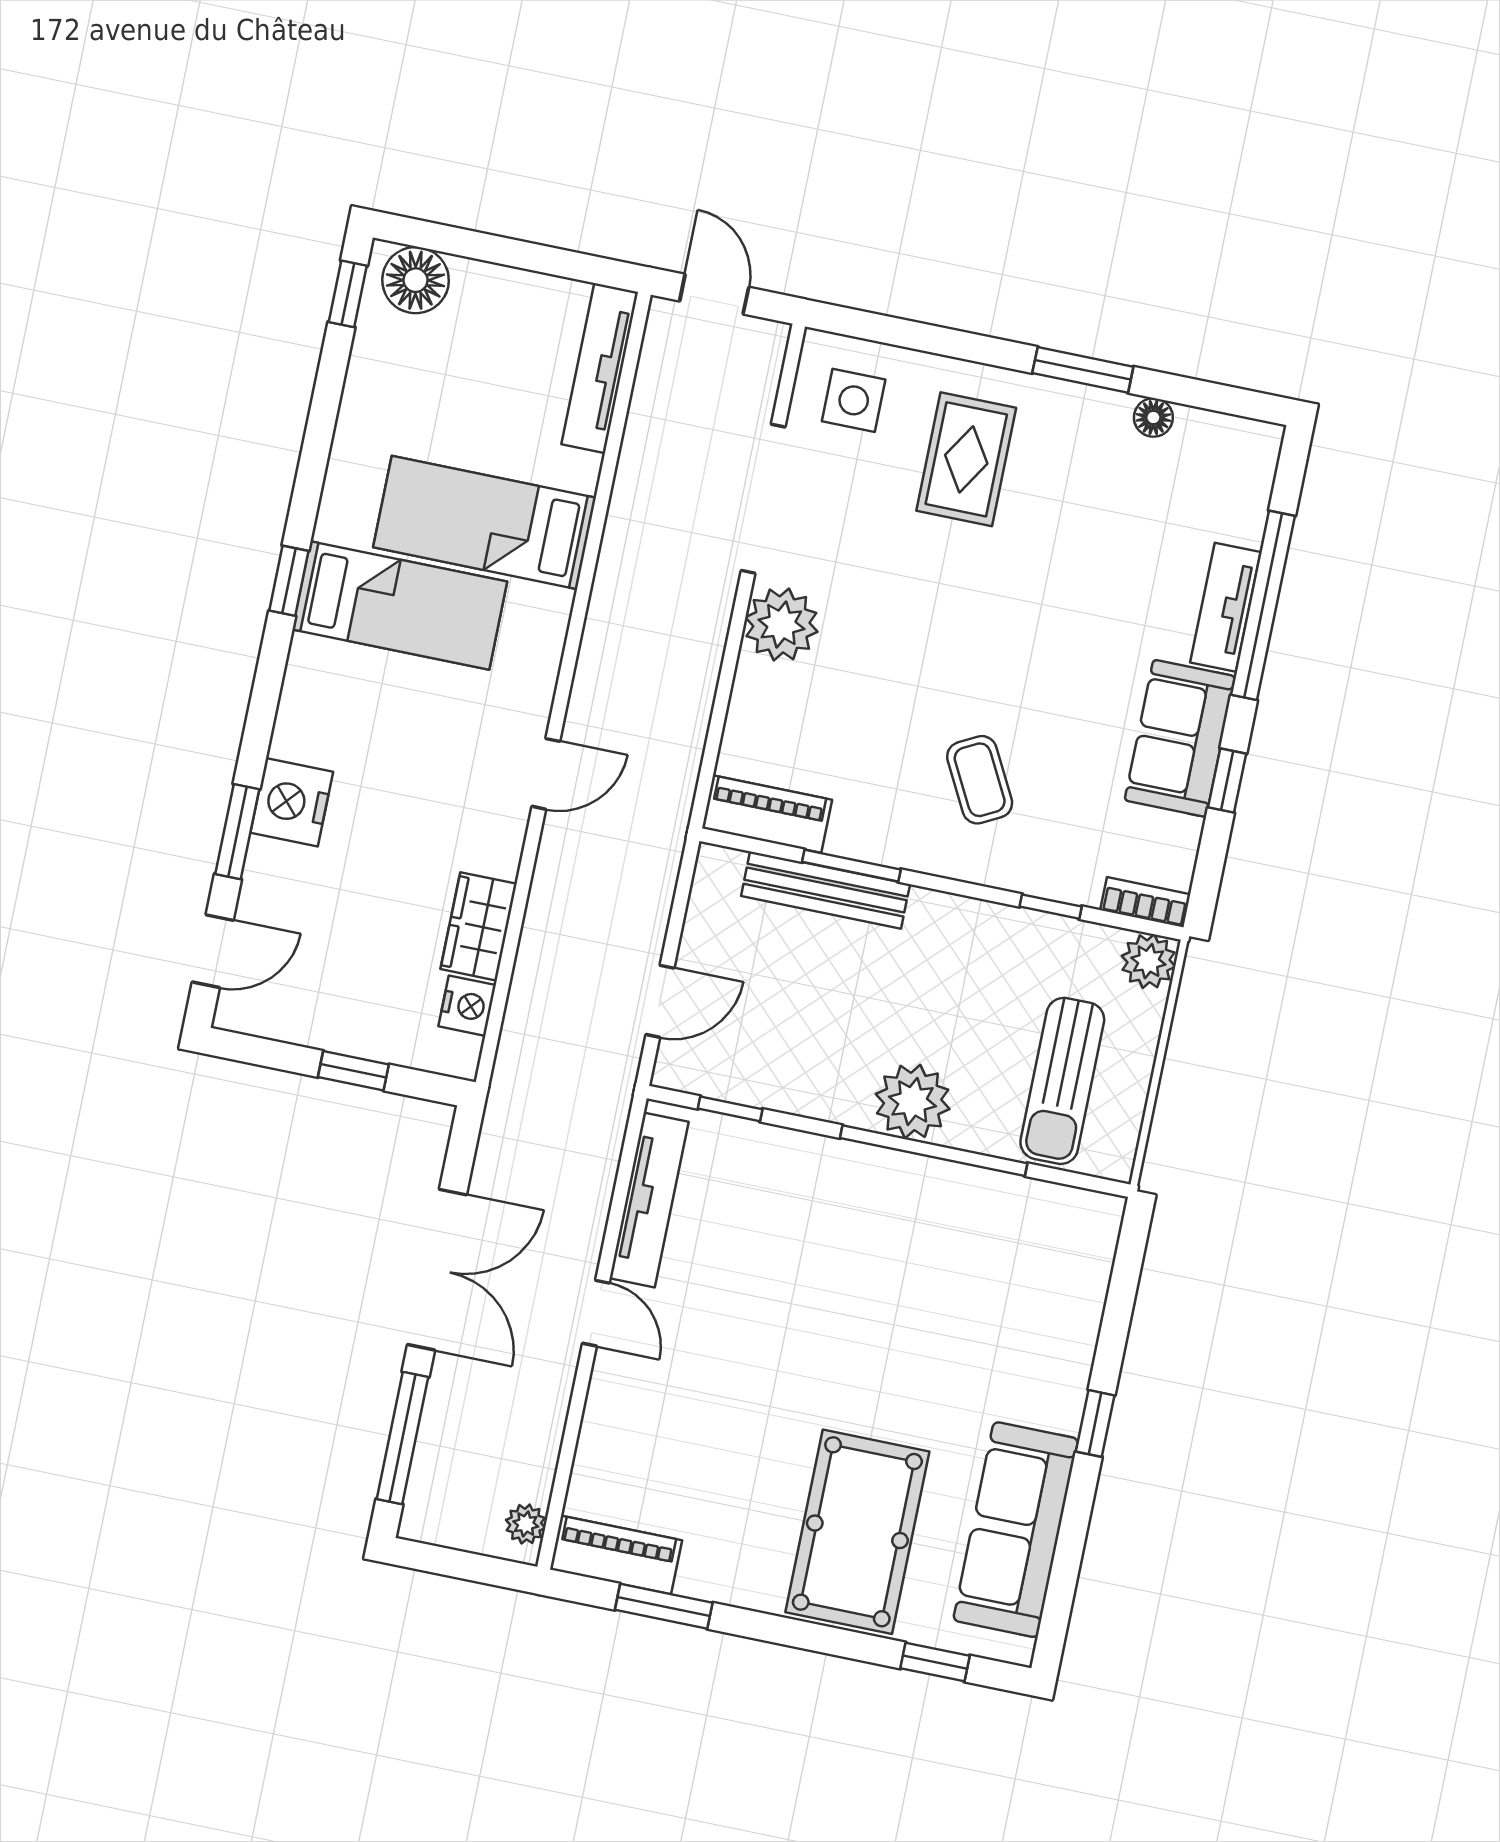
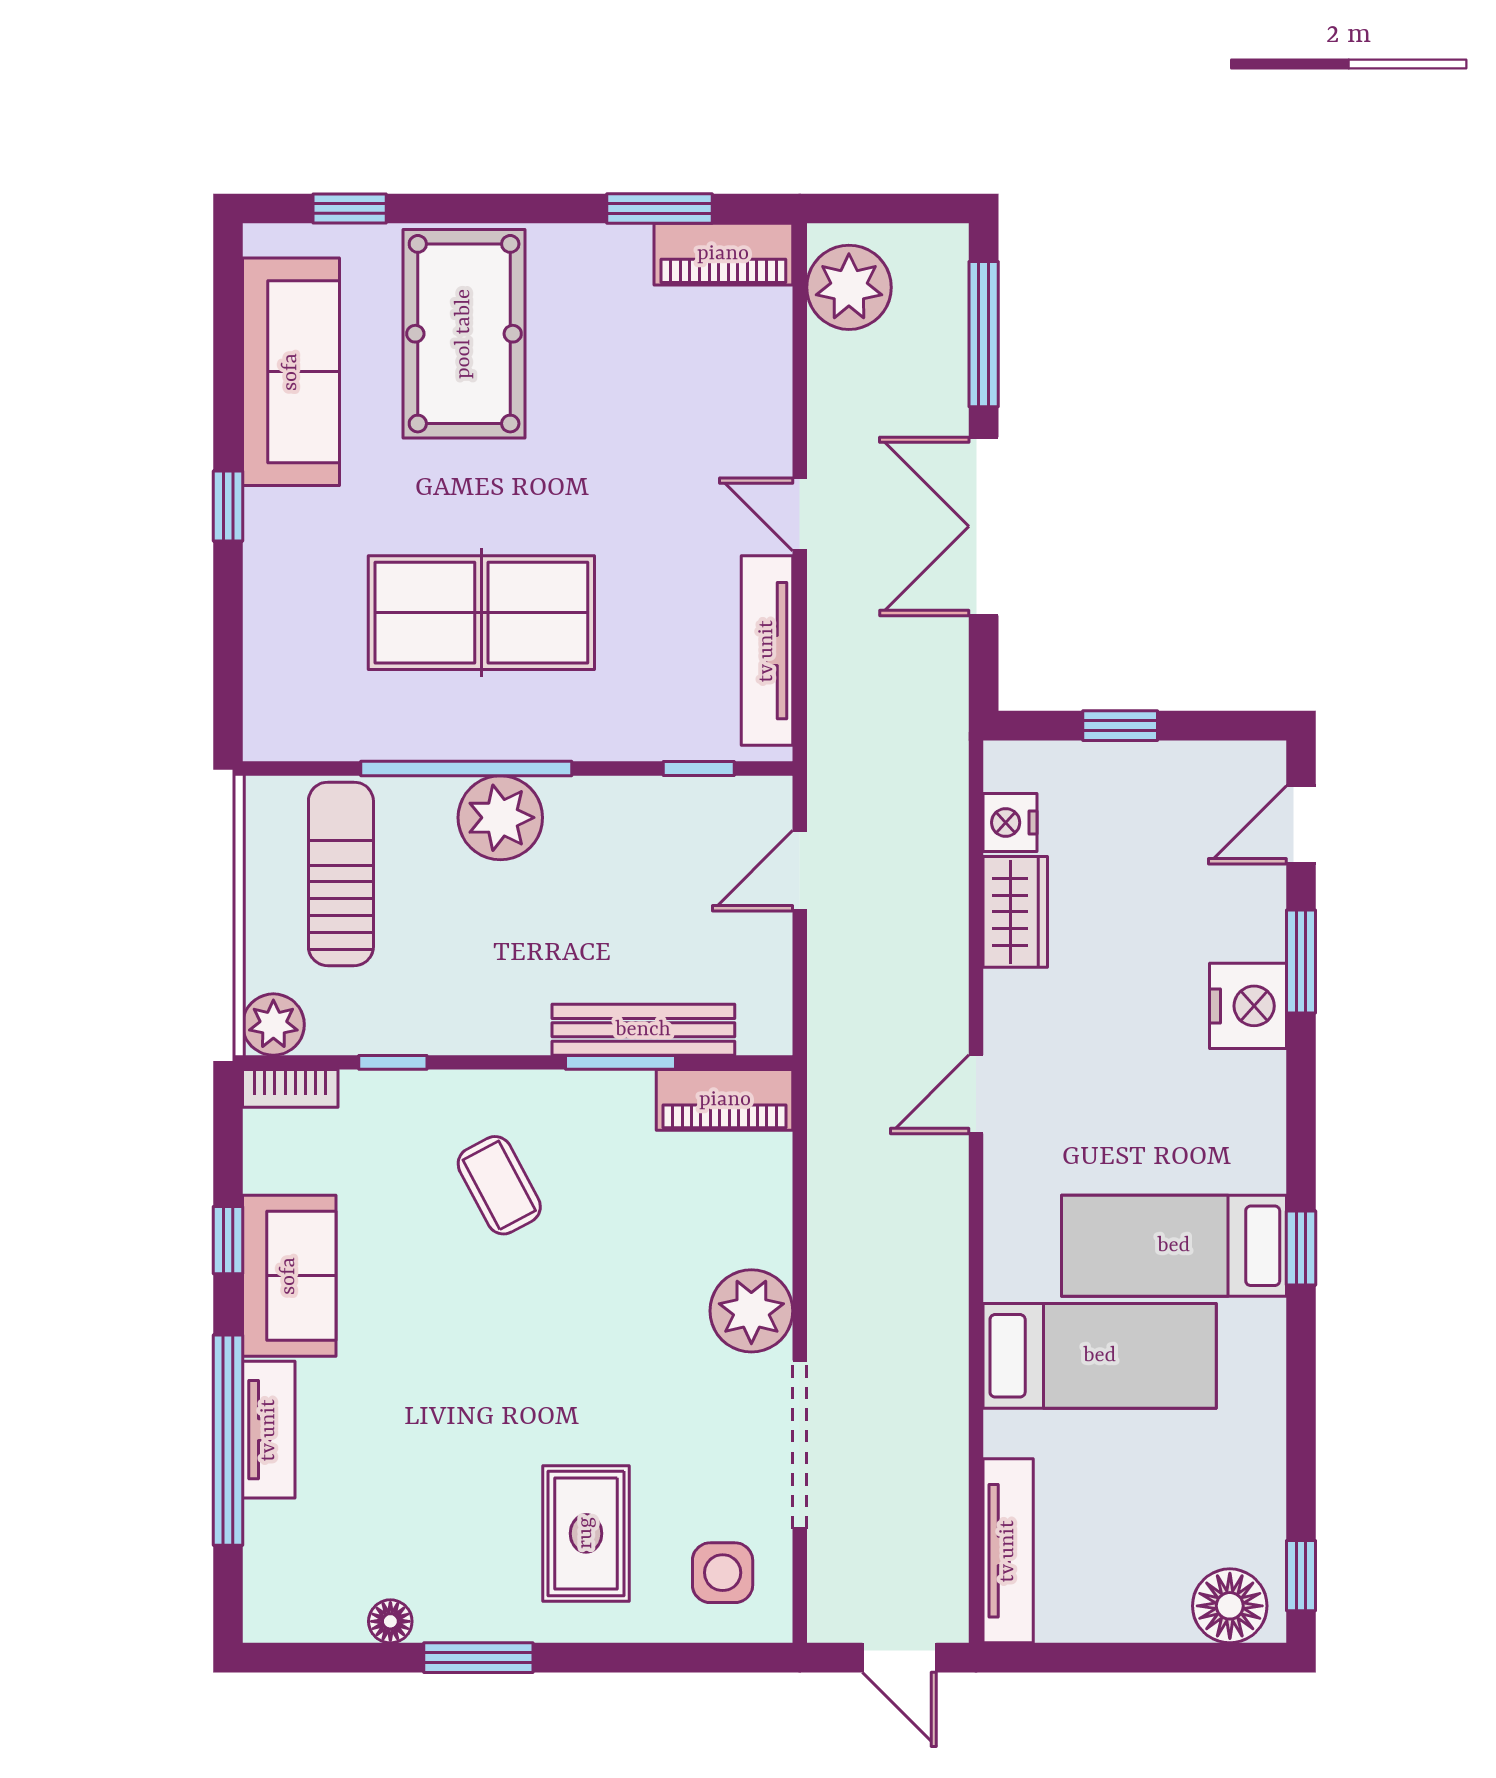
table tennis table: (892, 1284) -> (481, 613), added
plant: (526, 1524) -> (849, 287), width x1.88, depth x1.88

